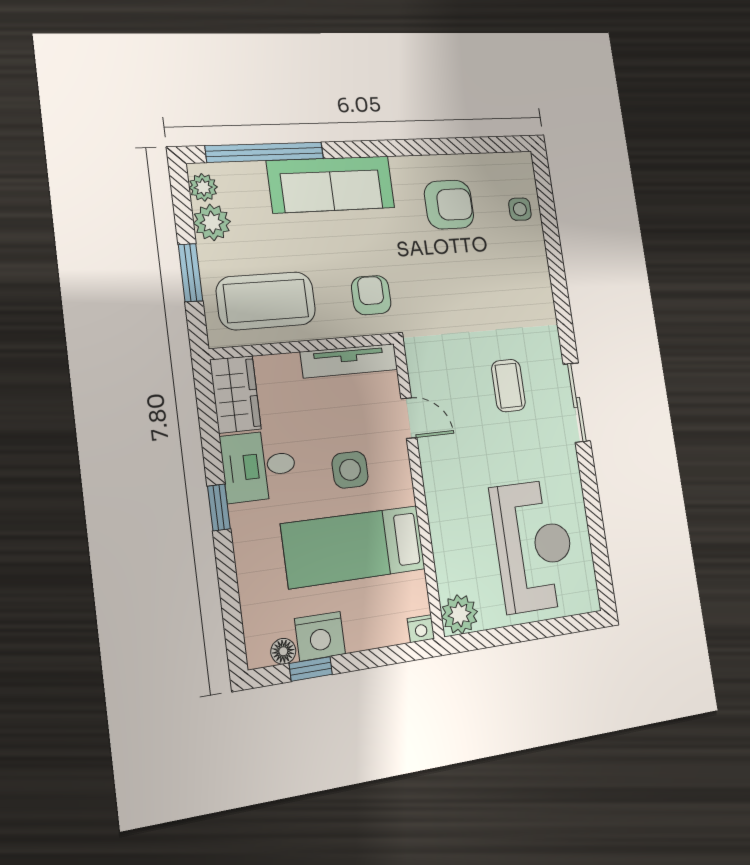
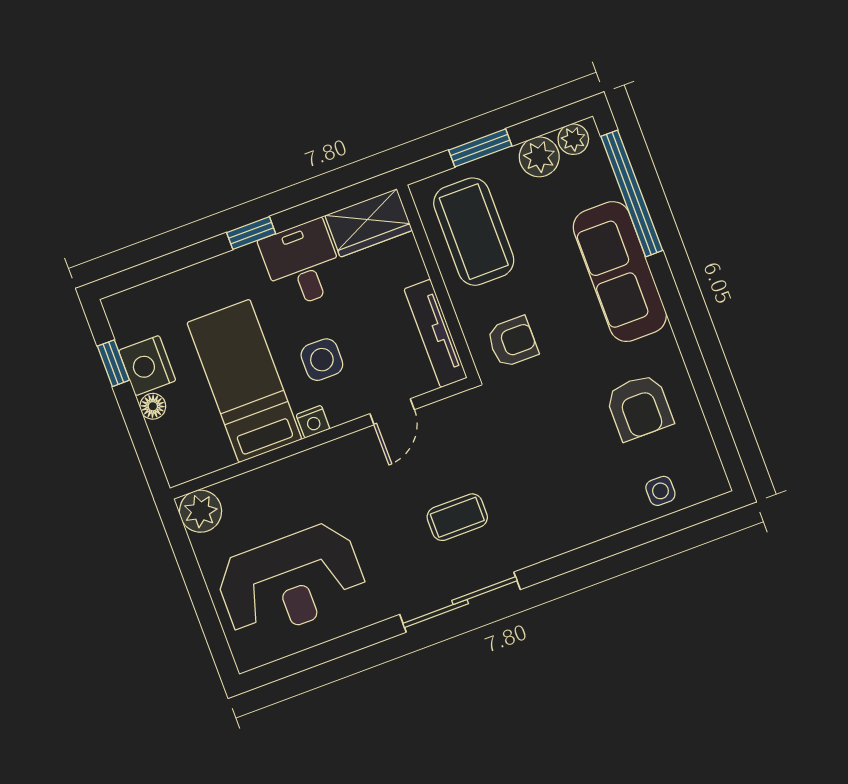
sliding door: (577, 403) -> (460, 602), width x1.37
nightstand: (421, 629) -> (313, 422), moved, turned -90
floor lamp: (283, 651) -> (153, 406), moved

